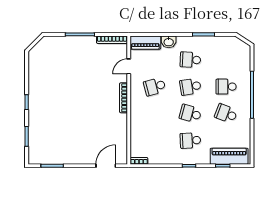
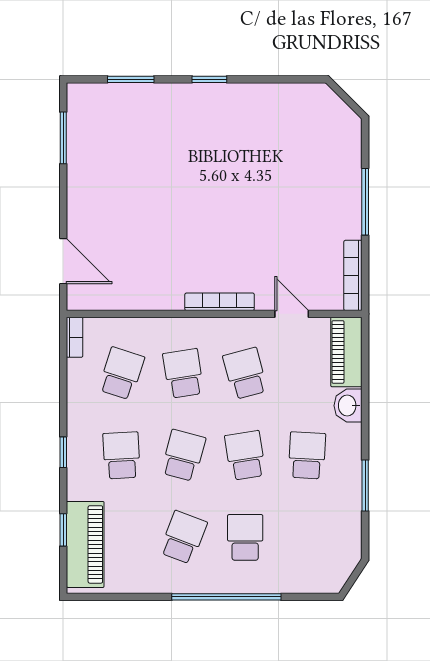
school desk: (155, 114) -> (183, 373), added
school desk: (155, 140) -> (121, 373), added

